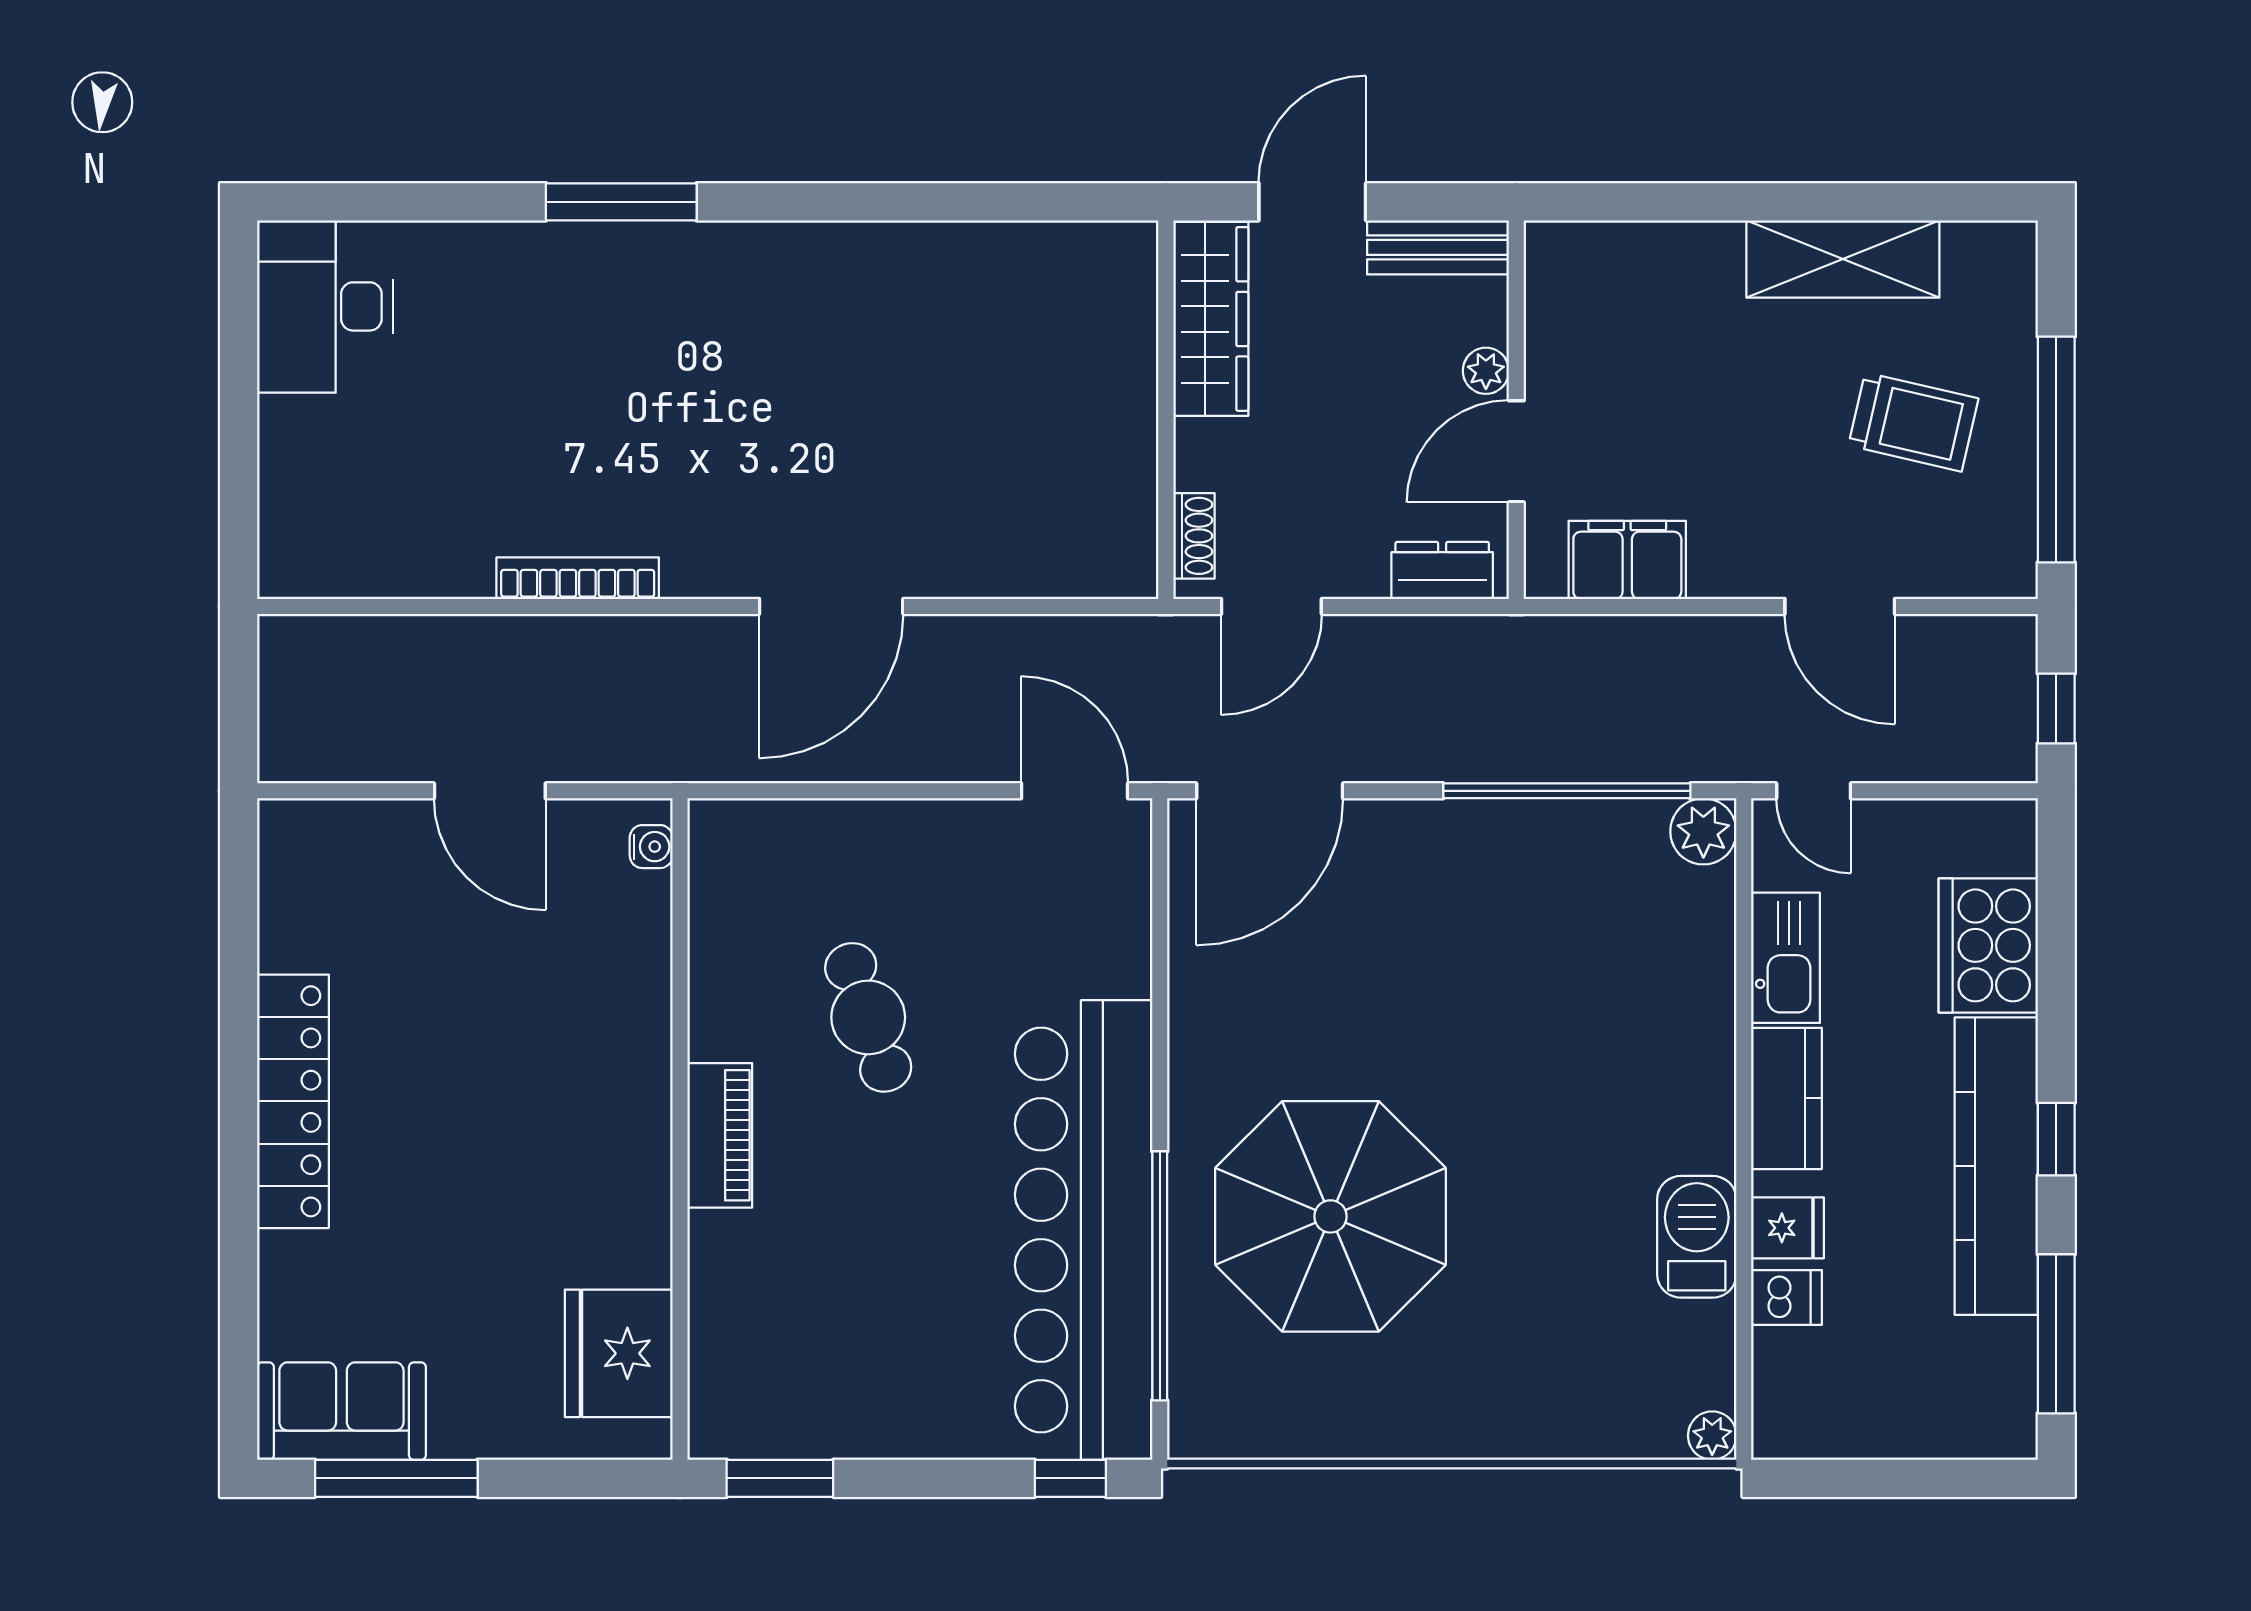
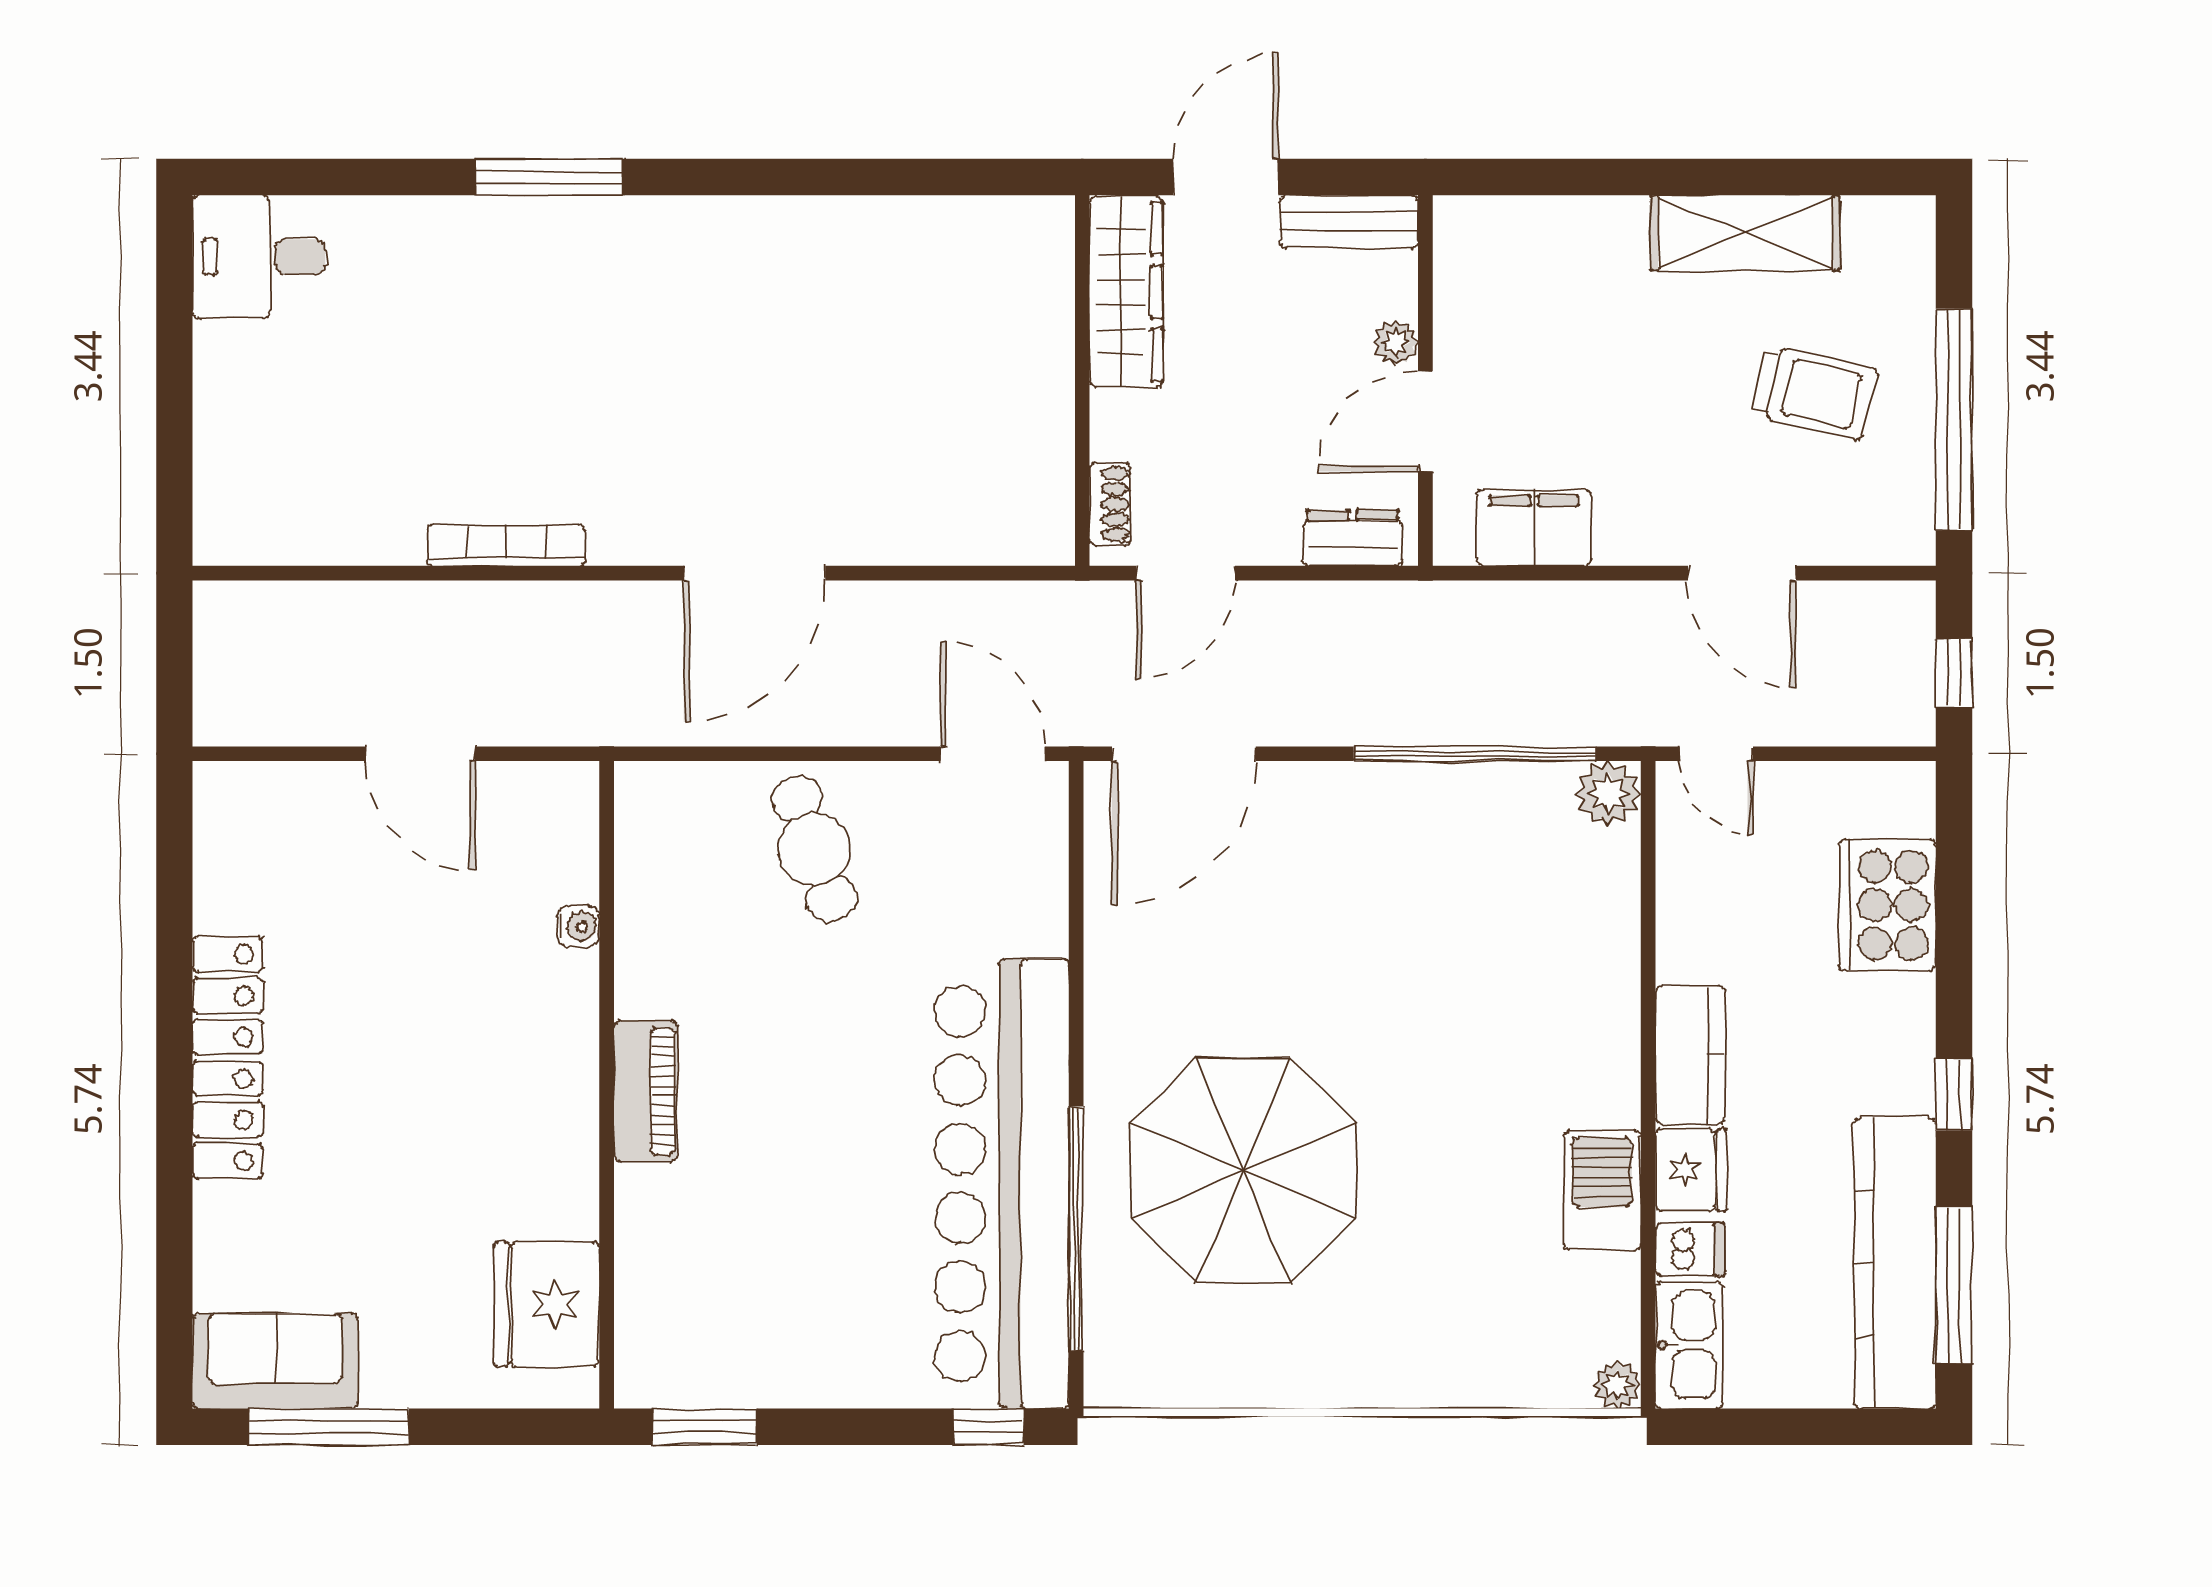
desk: (325, 306) -> (259, 257), width x0.73
water cooler: (651, 847) -> (578, 926), moved
kitchen sink: (1786, 958) -> (1689, 1345), moved
cafe table: (868, 1017) -> (814, 849), moved
kitchen counter: (1996, 1166) -> (1895, 1263), moved
fridge: (1788, 1228) -> (1691, 1170), width x1.38

